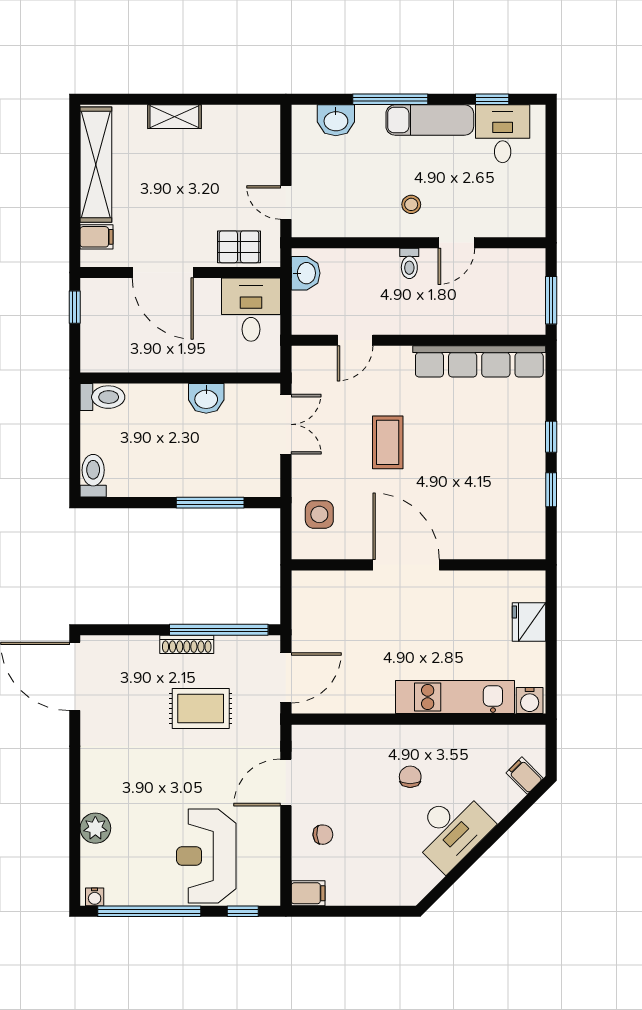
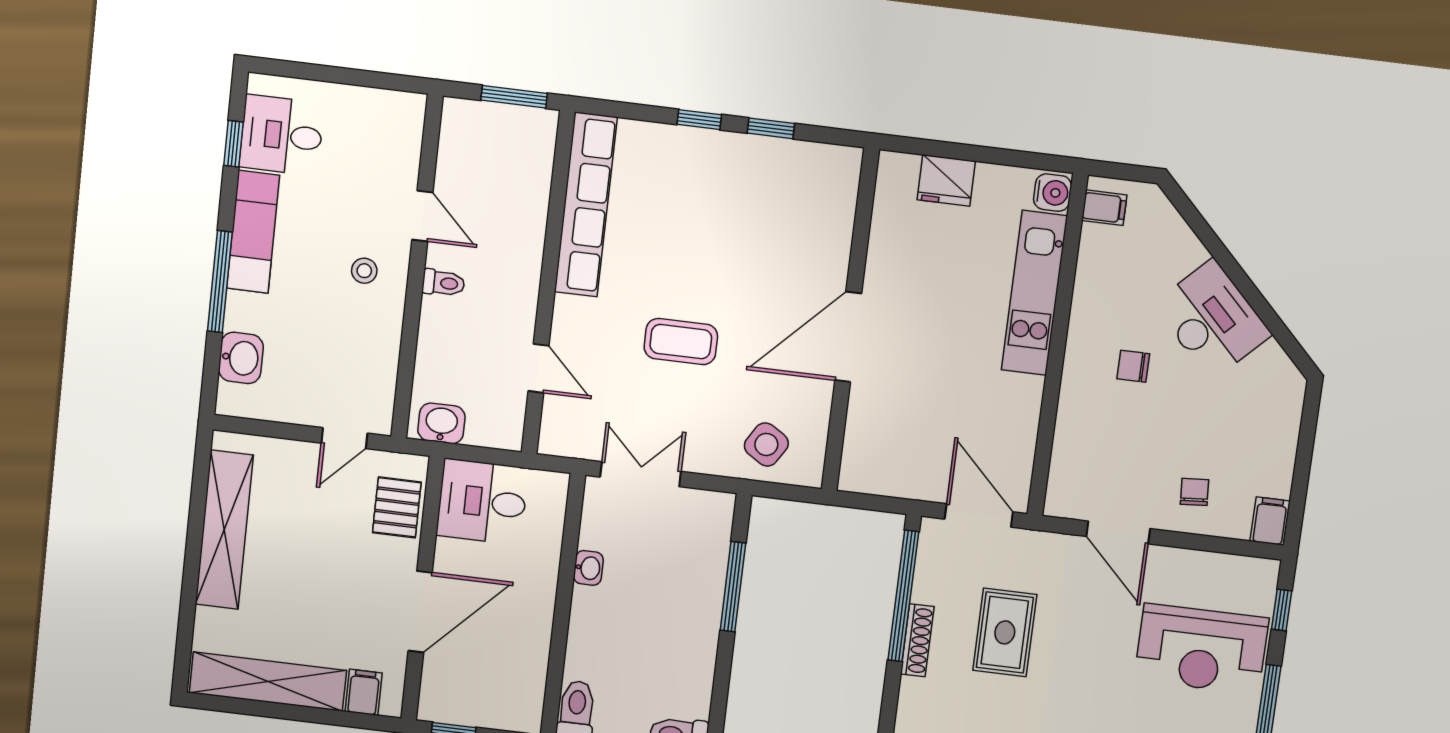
shelving: (174, 117) -> (224, 530), width x2.20, depth x1.33
washbasin: (206, 398) -> (588, 568), width x0.72, depth x0.69
side table: (319, 514) -> (766, 444), turned 32
filing cabinet: (525, 776) -> (1104, 208), moved, turned -135

